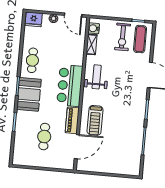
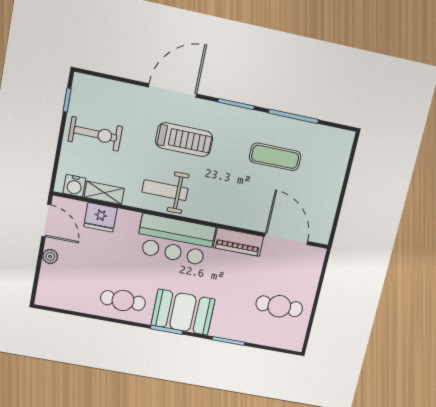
door: (73, 15) -> (46, 221), hinge flipped
fridge: (34, 19) -> (101, 217), moved, turned 90
exercise mat: (140, 39) -> (275, 157), moved
treadmill: (95, 120) -> (184, 140), moved
cafe table: (44, 137) -> (279, 306), moved

